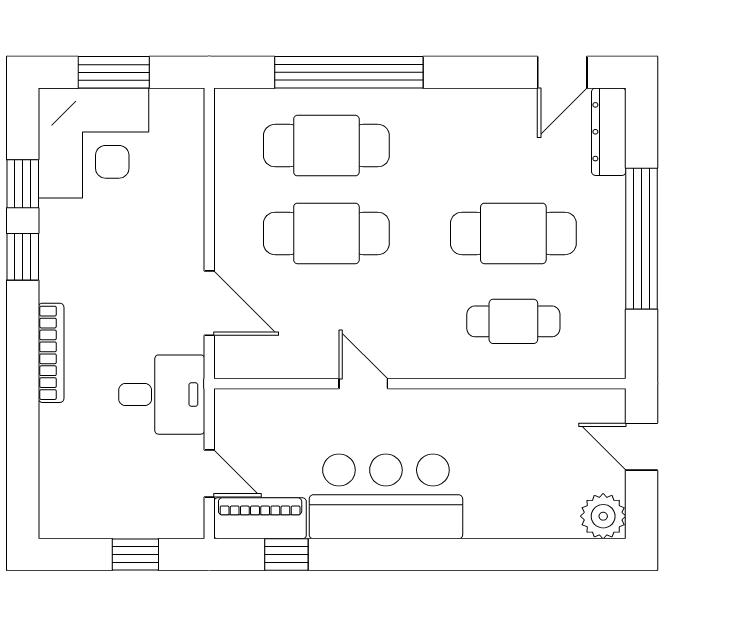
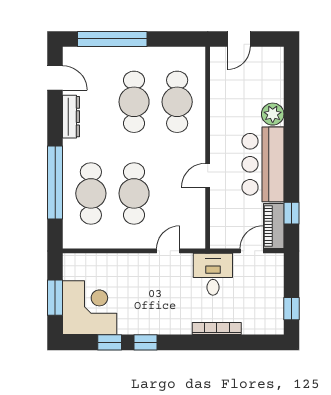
dresser: (609, 132) -> (71, 117), moved, turned -90
window: (641, 239) -> (112, 39), moved
door: (209, 303) -> (168, 251), width x0.73
cafe table: (513, 321) -> (177, 102), width x1.37, depth x1.35
bookcase: (51, 353) -> (217, 328), moved
plant: (603, 516) -> (273, 114), moved
window: (135, 555) -> (291, 309), moved

